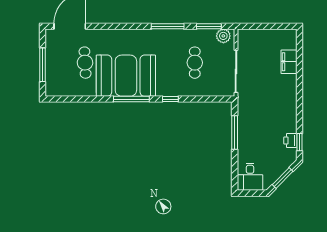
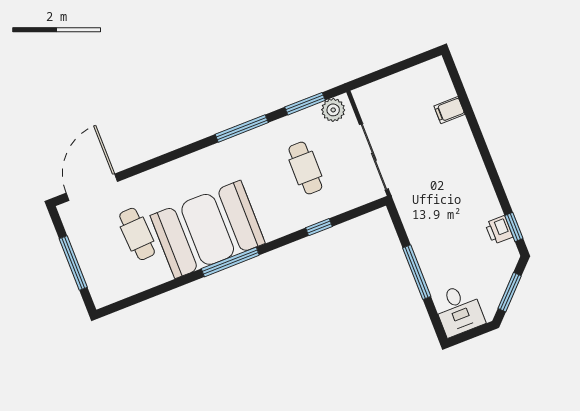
filing cabinet: (289, 62) -> (449, 110), width x0.50
window: (170, 99) -> (319, 227), moved
window: (235, 133) -> (417, 272), moved

